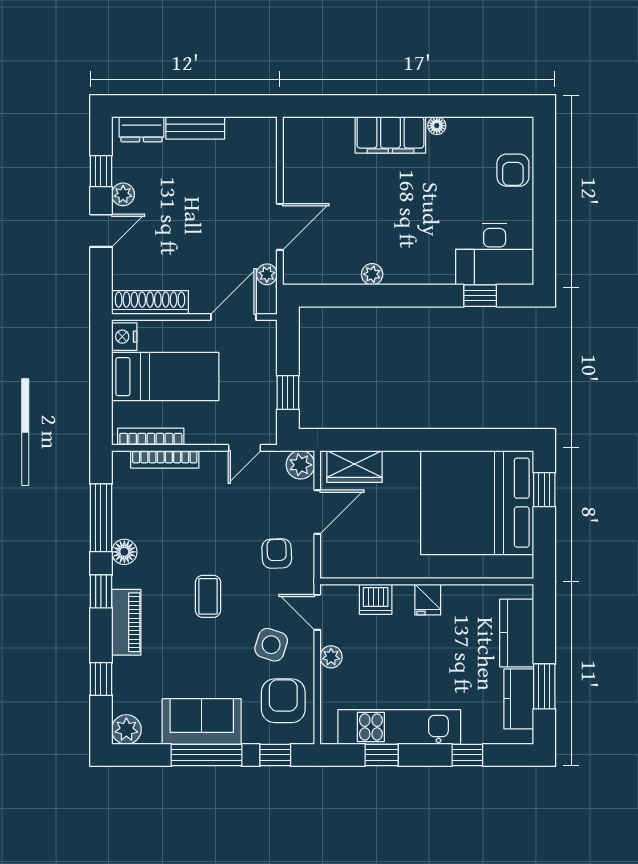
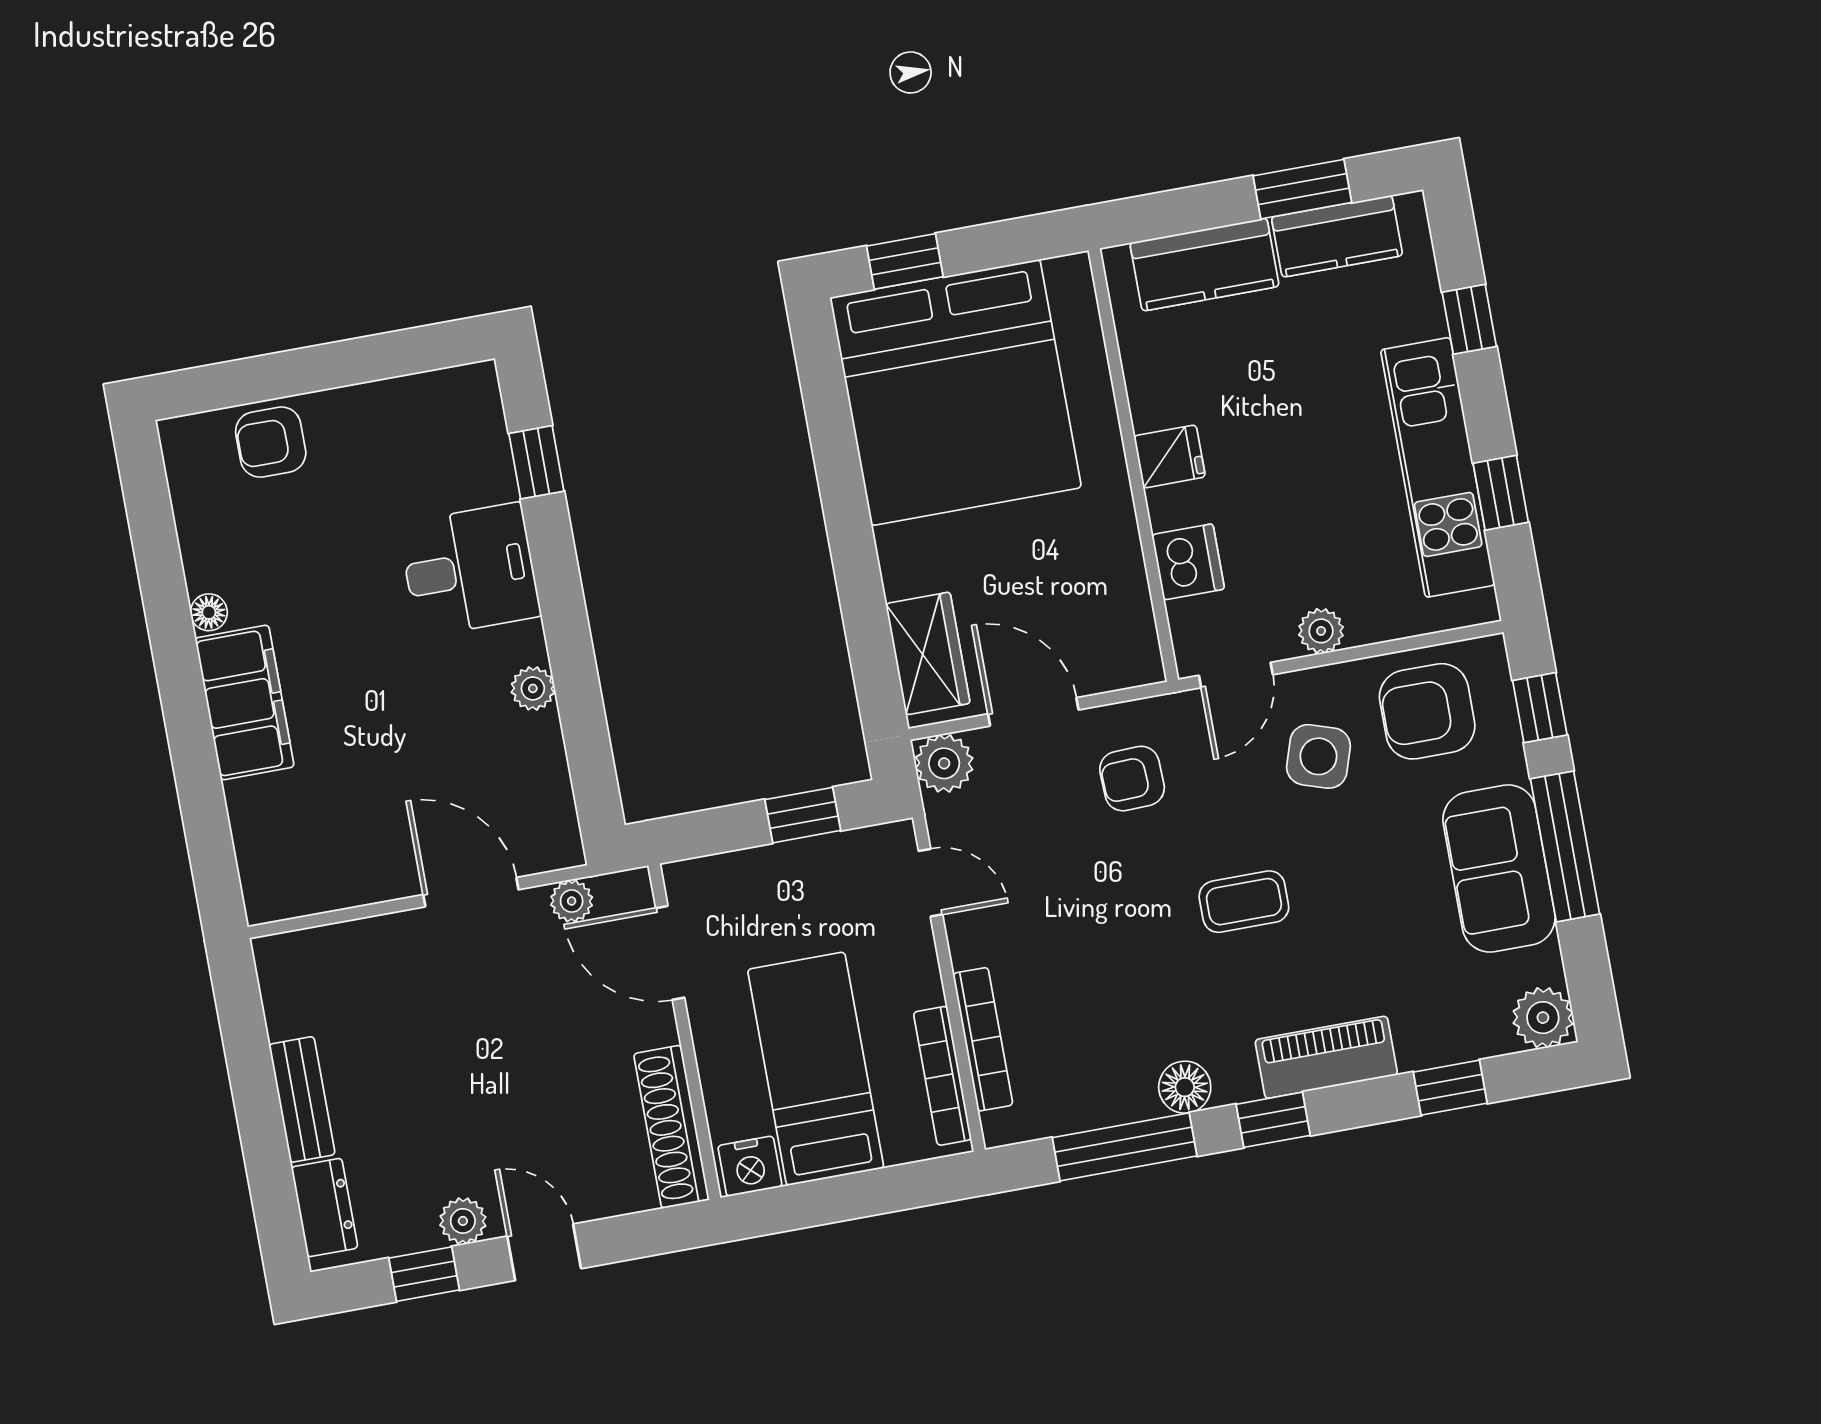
armchair: (513, 170) -> (271, 442), turned 180
desk: (495, 254) -> (470, 570), moved, width x0.73

